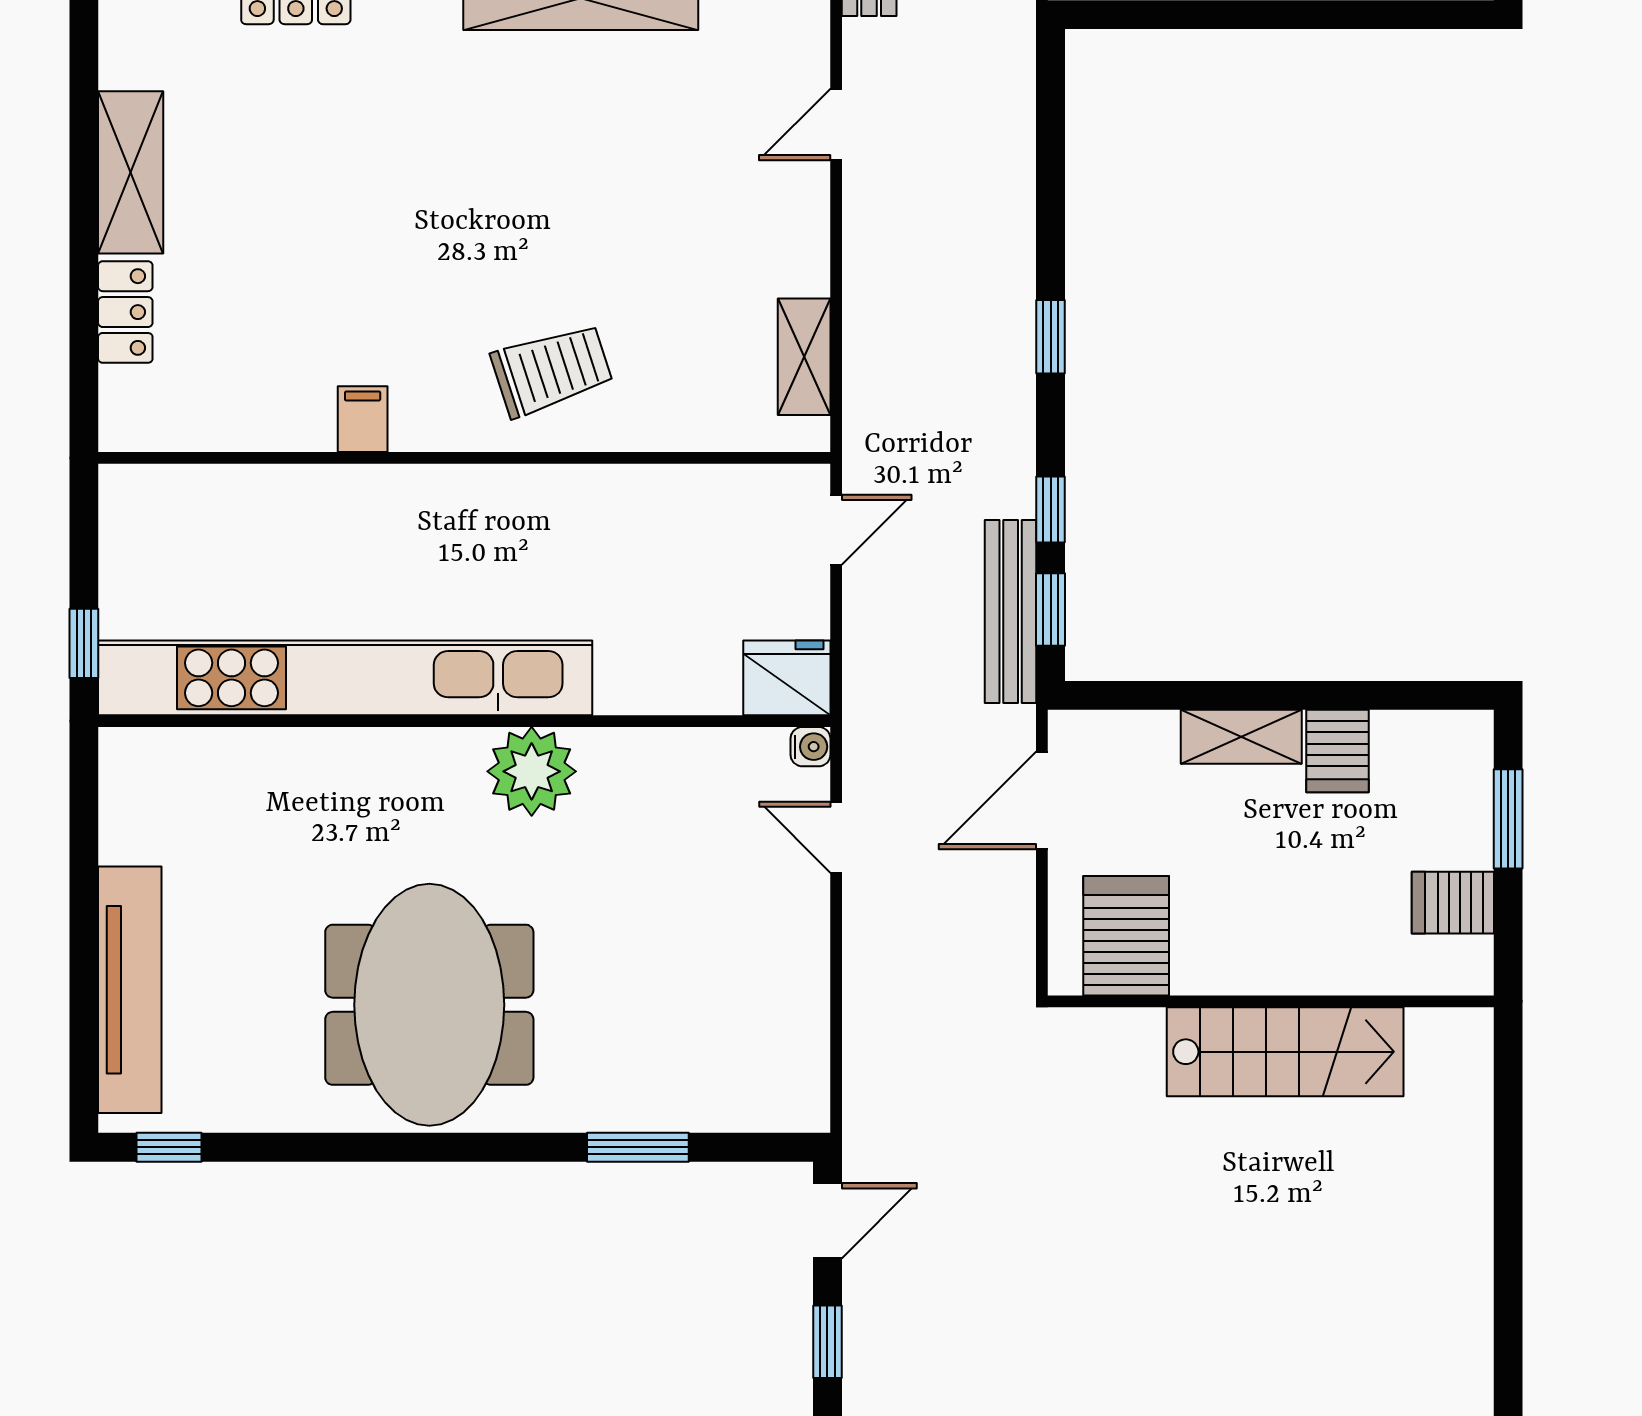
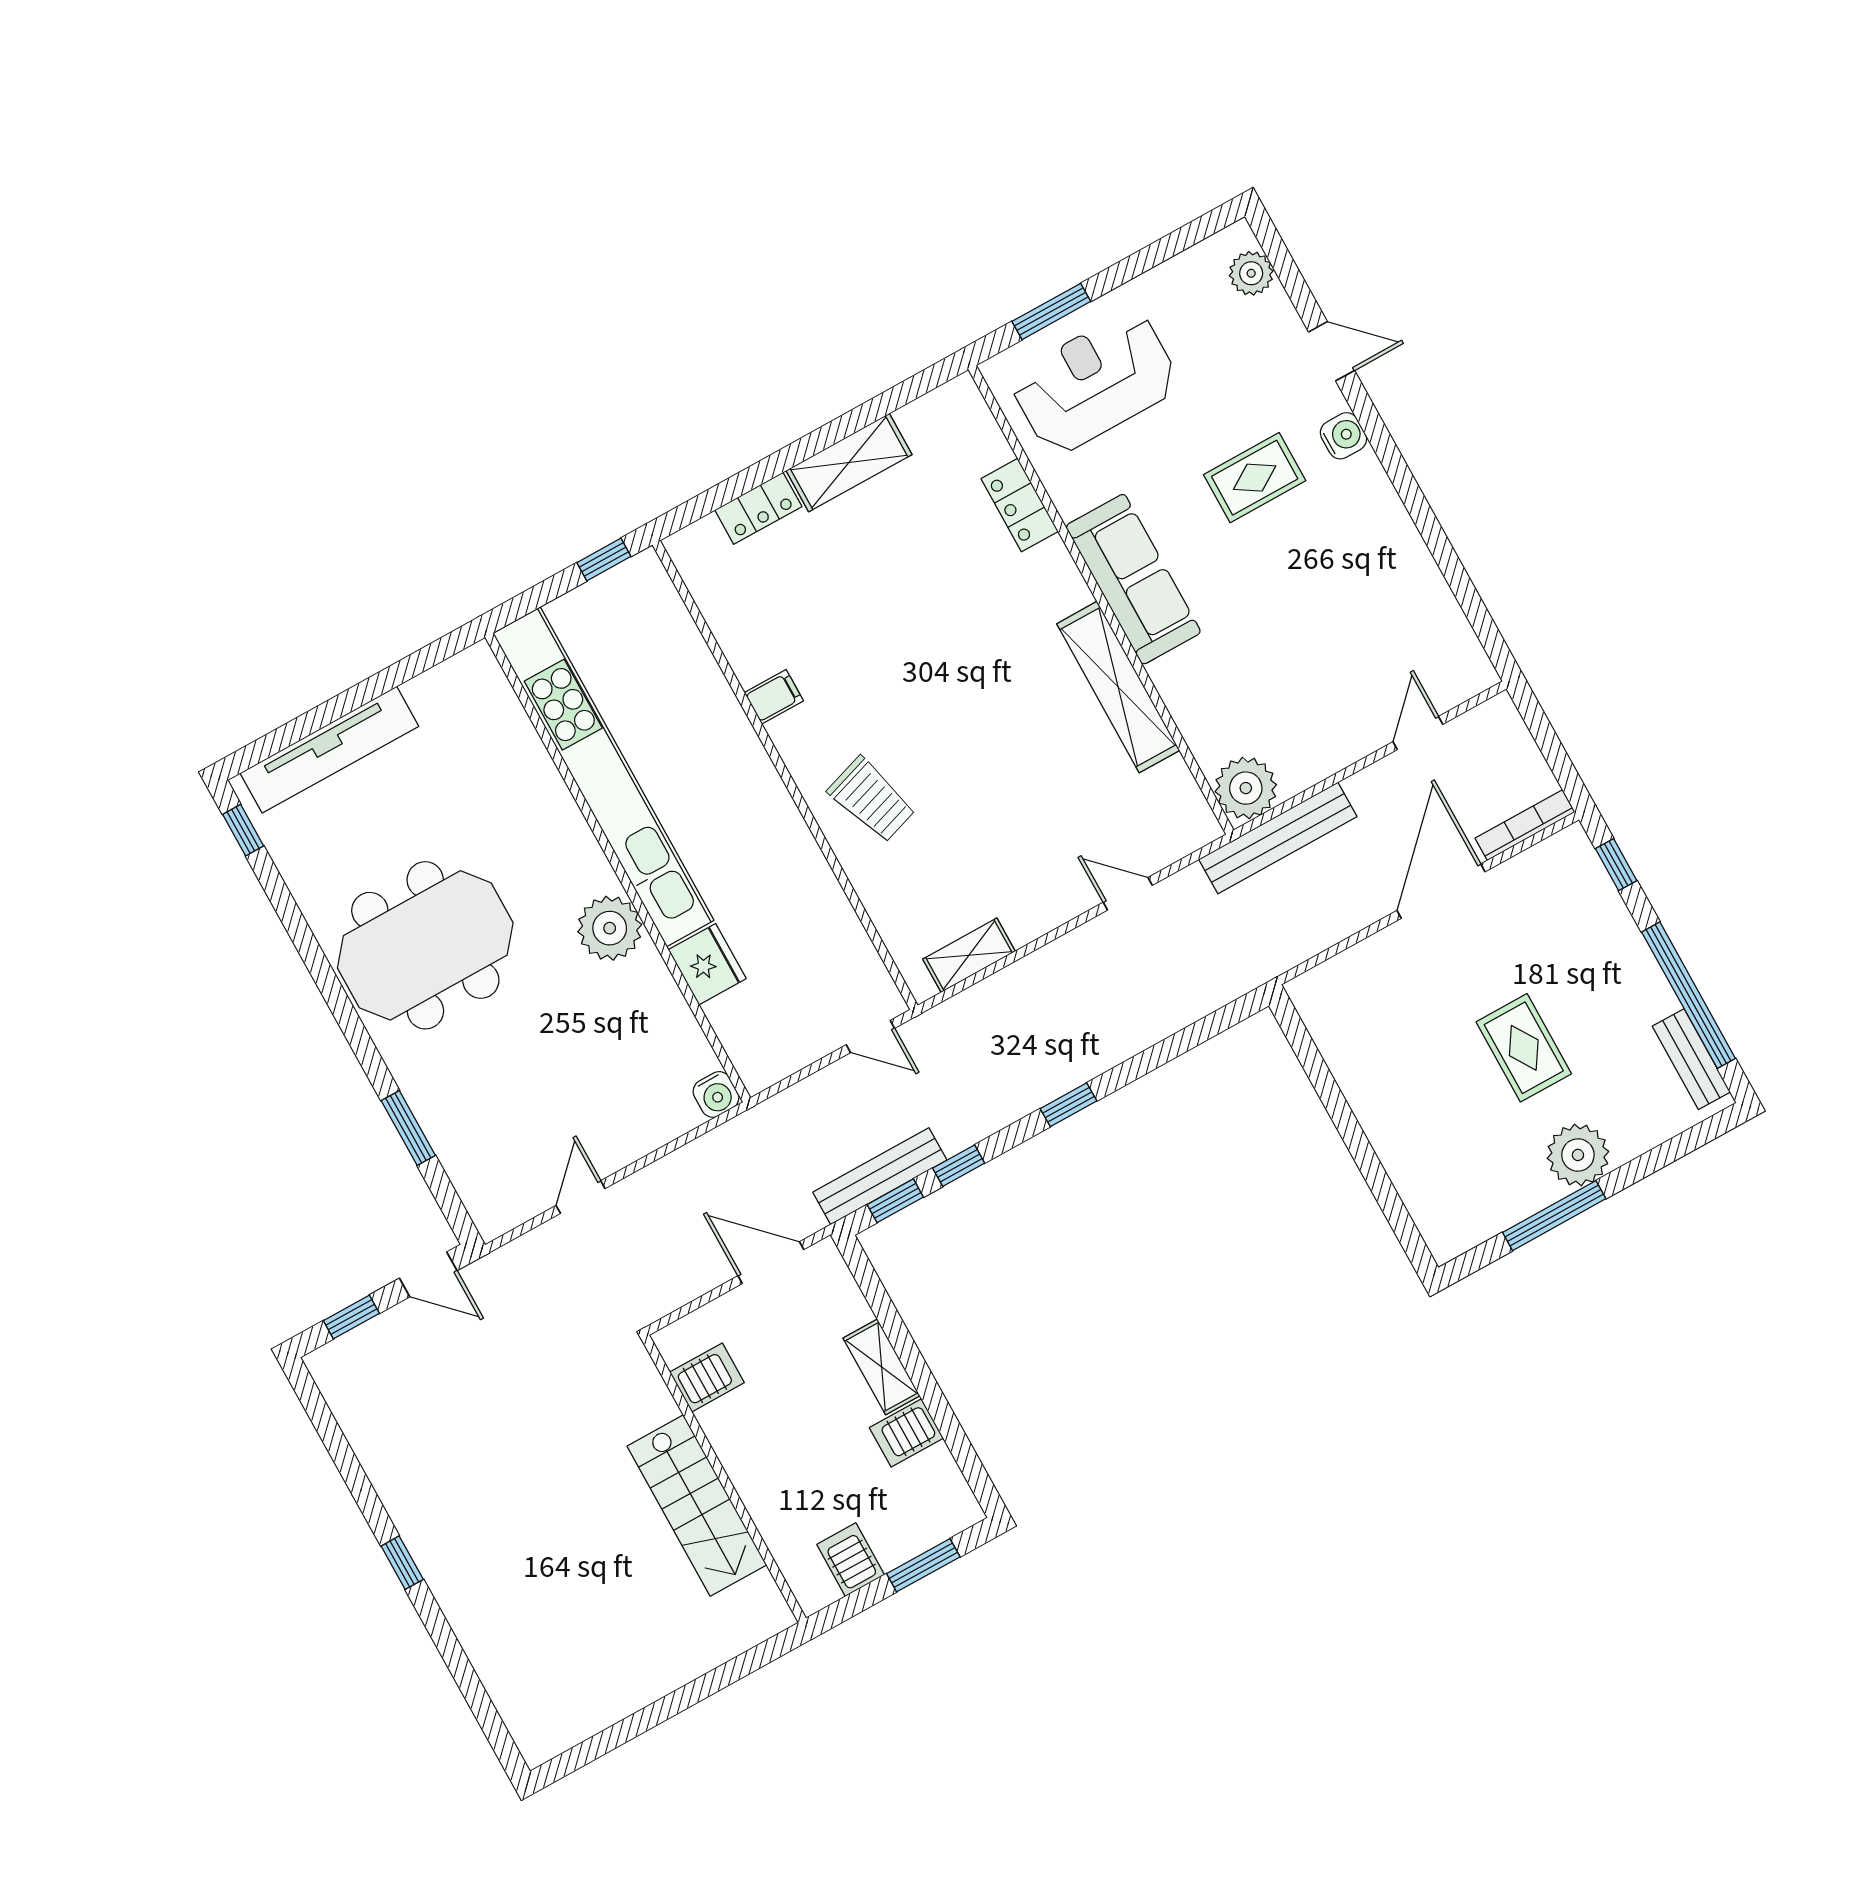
window: (84, 643) -> (604, 559), moved
fridge: (787, 678) -> (707, 964), moved
water cooler: (810, 747) -> (716, 1094), width x1.38, depth x1.38
door: (836, 837) -> (581, 1197), moved
server rack: (1126, 936) -> (707, 1377), width x0.73, depth x0.70

